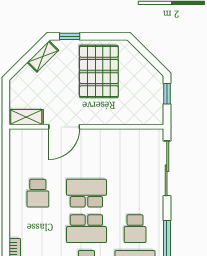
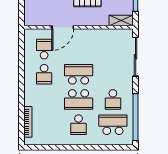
shelving: (26, 117) -> (121, 21), moved
school desk: (38, 158) -> (44, 49), added

